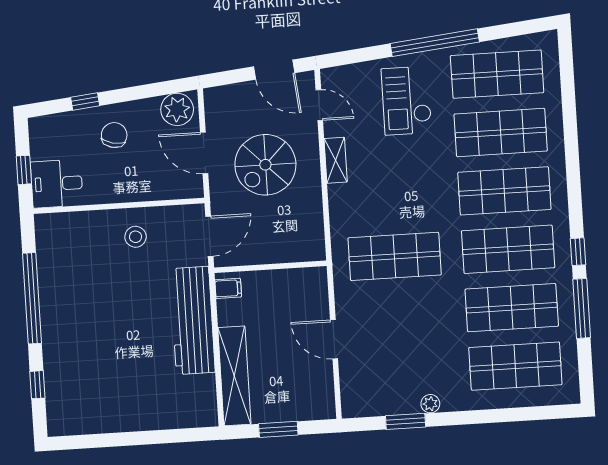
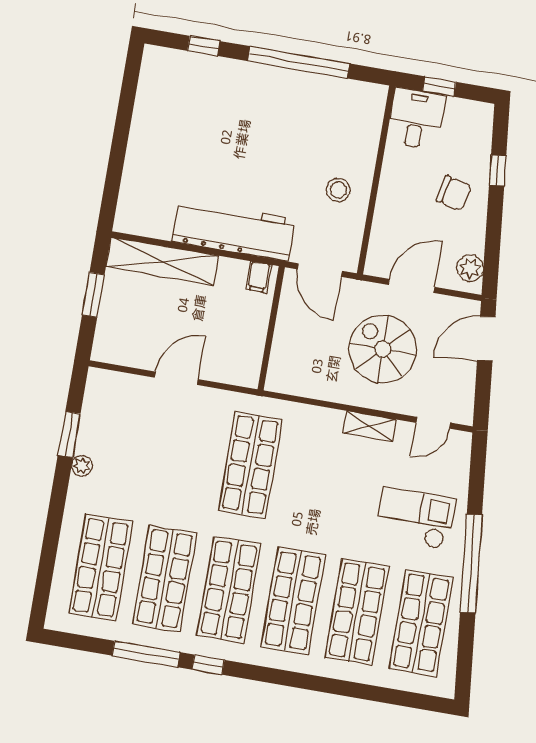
door: (274, 70) -> (486, 339), moved
plant: (177, 109) -> (470, 268), width x0.73, depth x0.73

